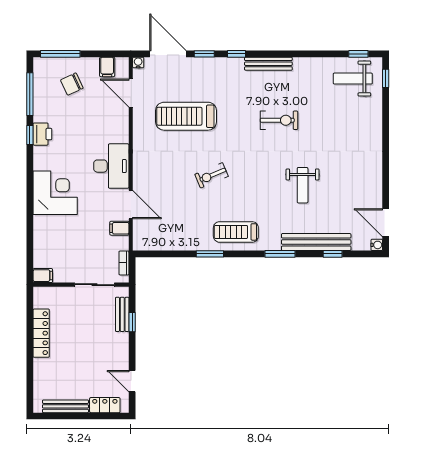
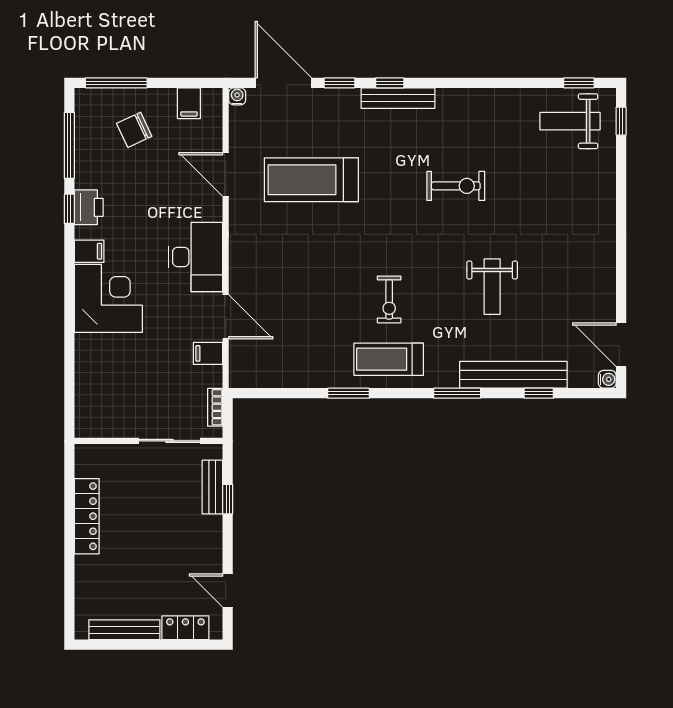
bench: (268, 64) -> (398, 98), moved
door: (131, 93) -> (226, 174), moved
exercise bike: (212, 175) -> (389, 299), moved, turned -67
filing cabinet: (43, 276) -> (89, 251), moved

